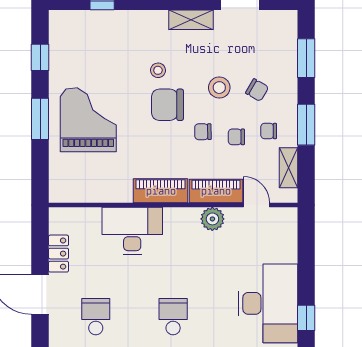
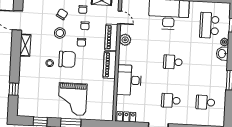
chair: (167, 105) -> (67, 59), turned -90
grand piano: (88, 120) -> (72, 99), turned -90
door: (257, 205) -> (119, 17), swing flipped
locker: (59, 254) -> (126, 117), moved

